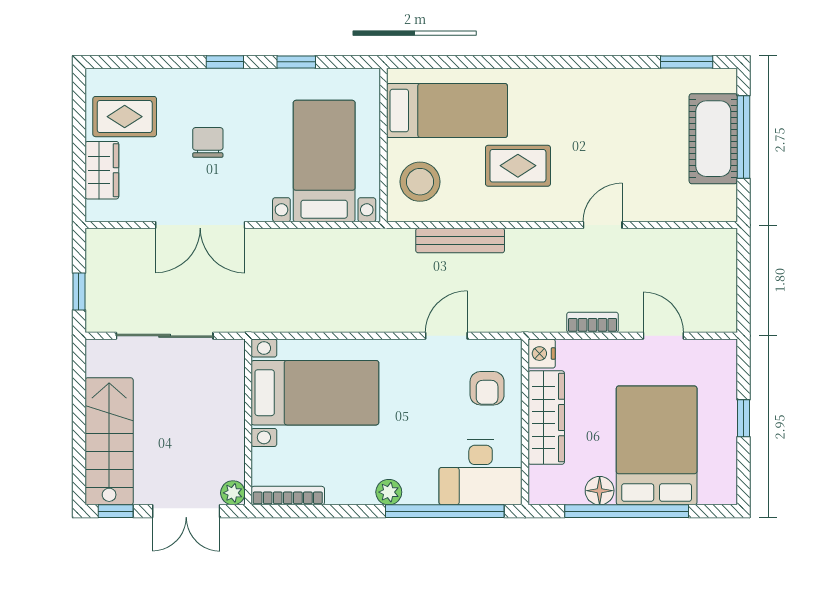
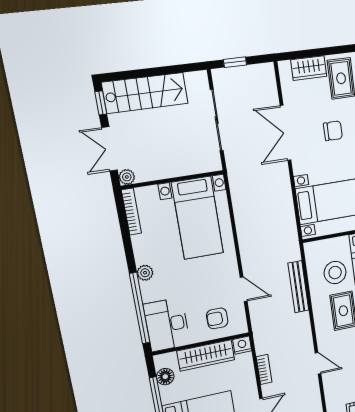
stool: (420, 182) -> (335, 273), moved
floor lamp: (600, 491) -> (165, 377), moved

